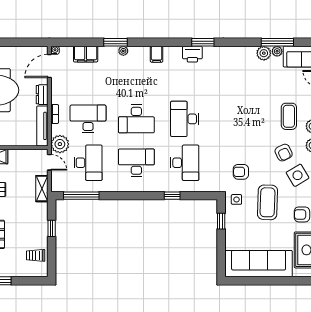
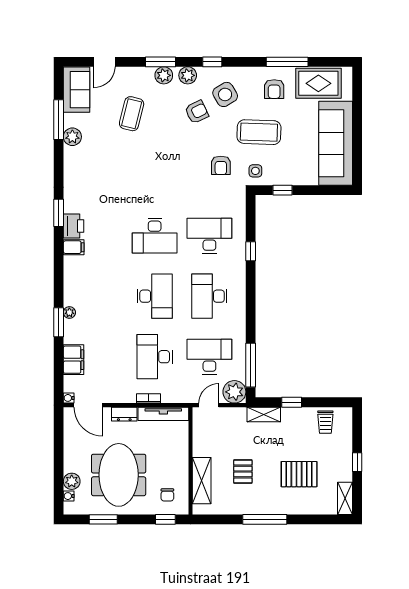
plant: (277, 51) -> (70, 120), removed
filing cabinet: (157, 54) -> (74, 247), moved
coffee table: (289, 116) -> (132, 114), moved, turned -76
plant: (60, 144) -> (234, 392), moved
shelving: (42, 189) -> (264, 414), moved

